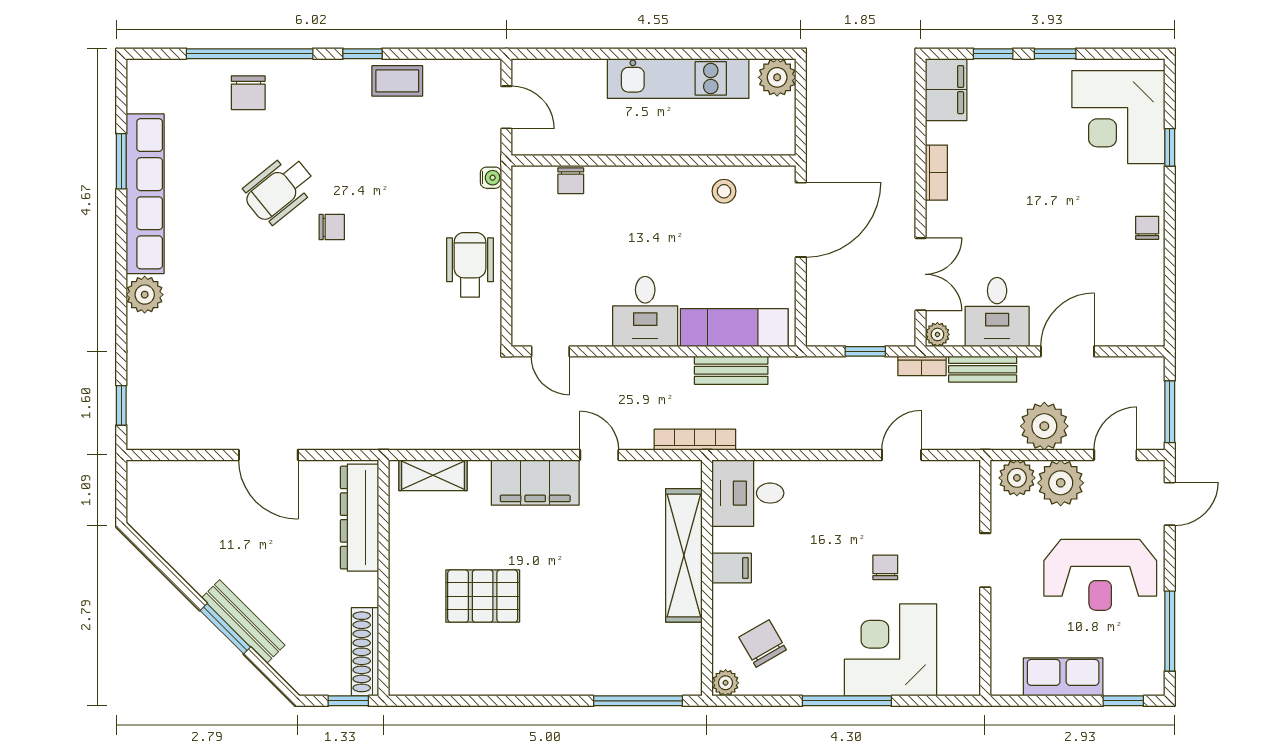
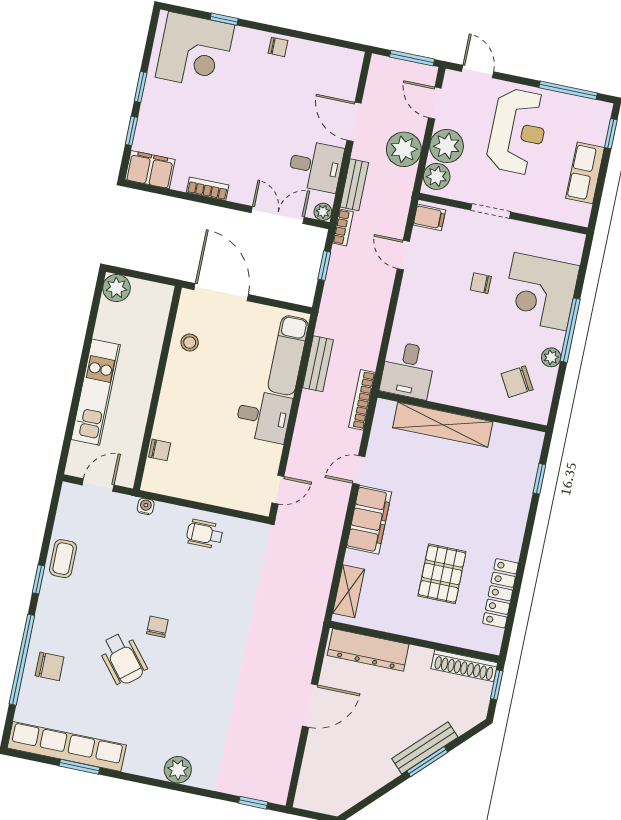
kitchen unit: (678, 78) -> (96, 392), moved
row of seats: (145, 194) -> (67, 746), moved
chair: (1147, 228) -> (278, 47), turned 180
wheelchair: (470, 265) -> (205, 534), width x0.73, depth x0.73
filing cabinet: (732, 568) -> (429, 217), moved, turned 90
locker: (473, 680) -> (500, 593), added
plant: (726, 683) -> (551, 357), moved
window: (638, 701) -> (539, 479), width x0.46

